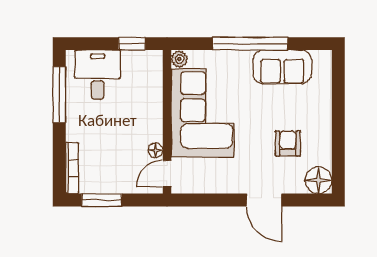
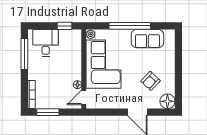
armchair: (288, 143) -> (151, 81), turned -137

